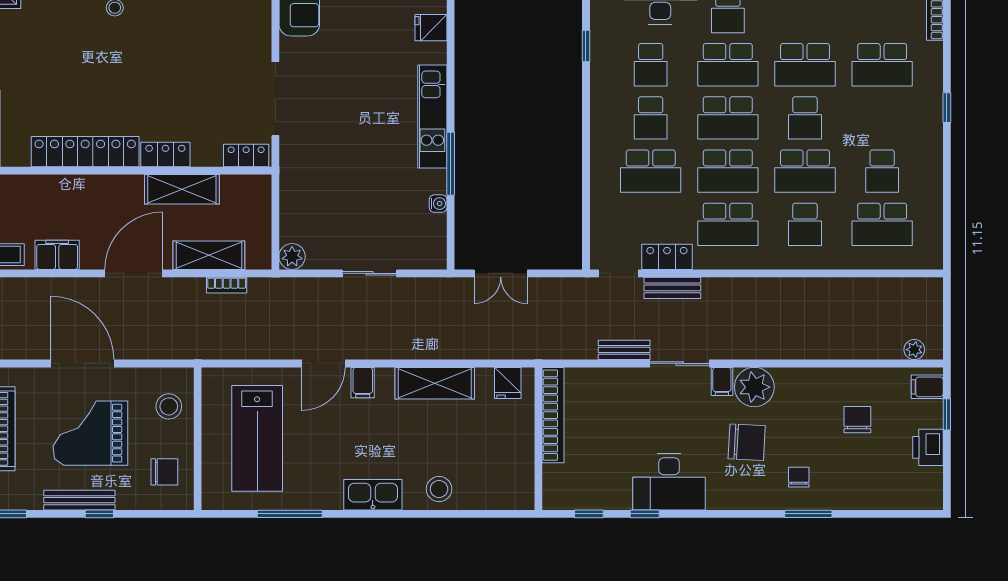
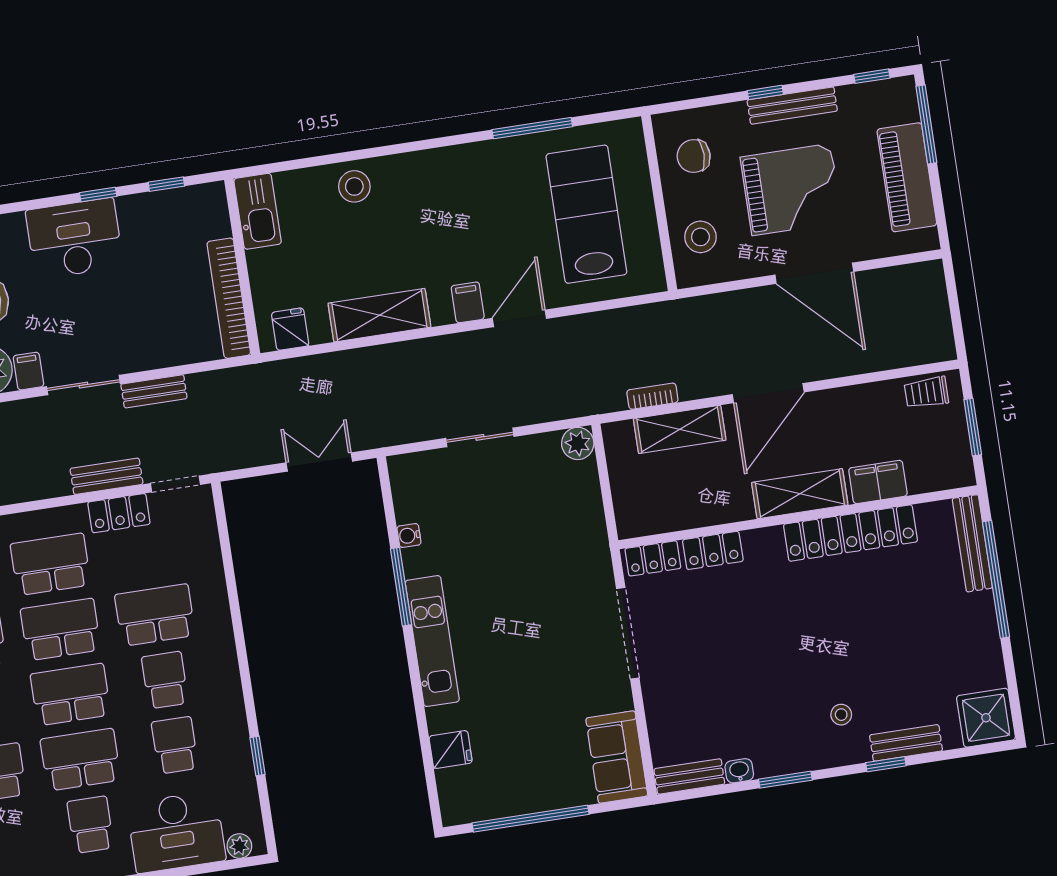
locker: (165, 154) -> (713, 550), moved
shelving: (182, 189) -> (800, 494), moved
filing cabinet: (57, 255) -> (878, 482), moved, turned 180
kitchen sink: (373, 495) -> (258, 211), moved, turned -90

